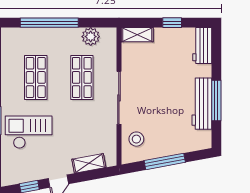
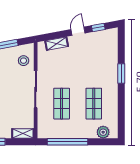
window: (49, 23) -> (67, 142), moved
plant: (91, 37) -> (103, 132), moved
checkout: (29, 132) -> (99, 65), removed

